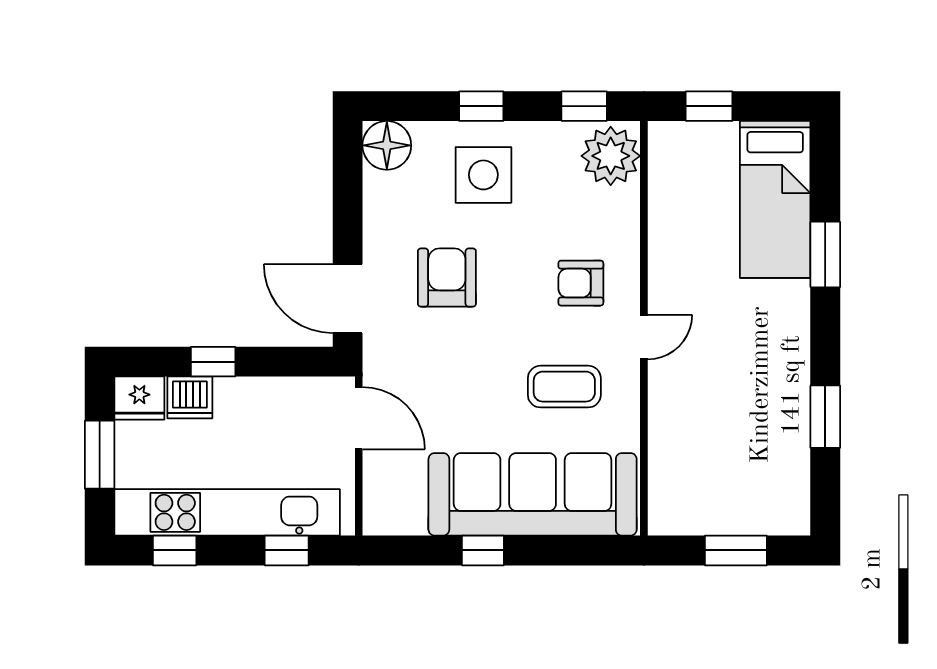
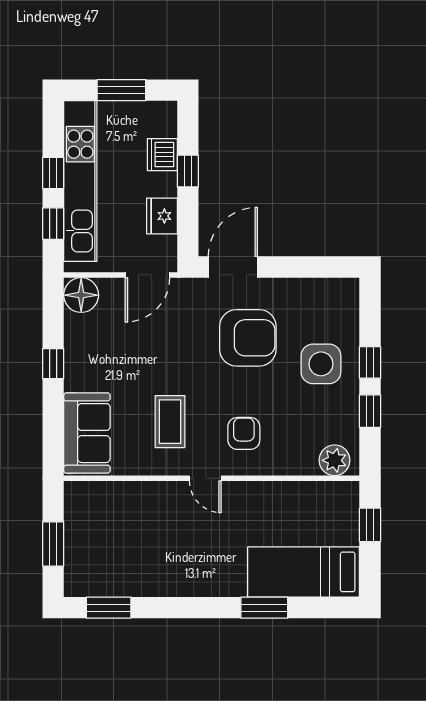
window: (584, 106) -> (370, 411), moved
floor lamp: (387, 145) -> (81, 295), moved
plant: (611, 156) -> (335, 460), width x0.73, depth x0.73
armchair: (447, 278) -> (248, 338), width x1.36, depth x1.36
fridge: (139, 398) -> (162, 216), moved
window: (825, 417) -> (109, 608), moved
sofa: (533, 494) -> (87, 433), width x0.54, depth x0.79
window: (175, 550) -> (53, 173), moved

